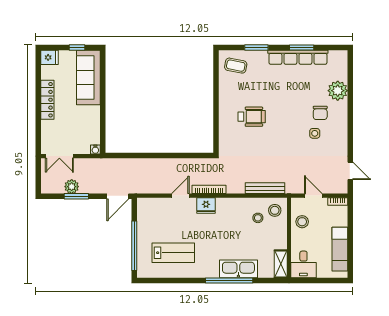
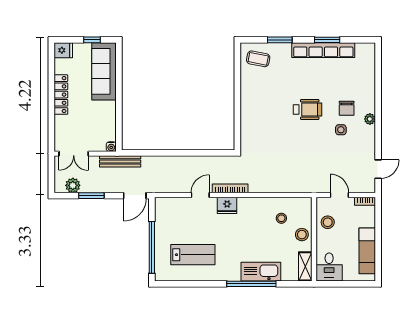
plant: (338, 91) -> (370, 119), moved, width x0.53, depth x0.53
wheelchair: (252, 117) -> (307, 109), moved
door: (350, 171) -> (378, 169), hinge flipped
plant: (72, 187) -> (73, 185), moved
bench: (265, 188) -> (120, 161), moved
stool: (275, 210) -> (302, 235), moved

